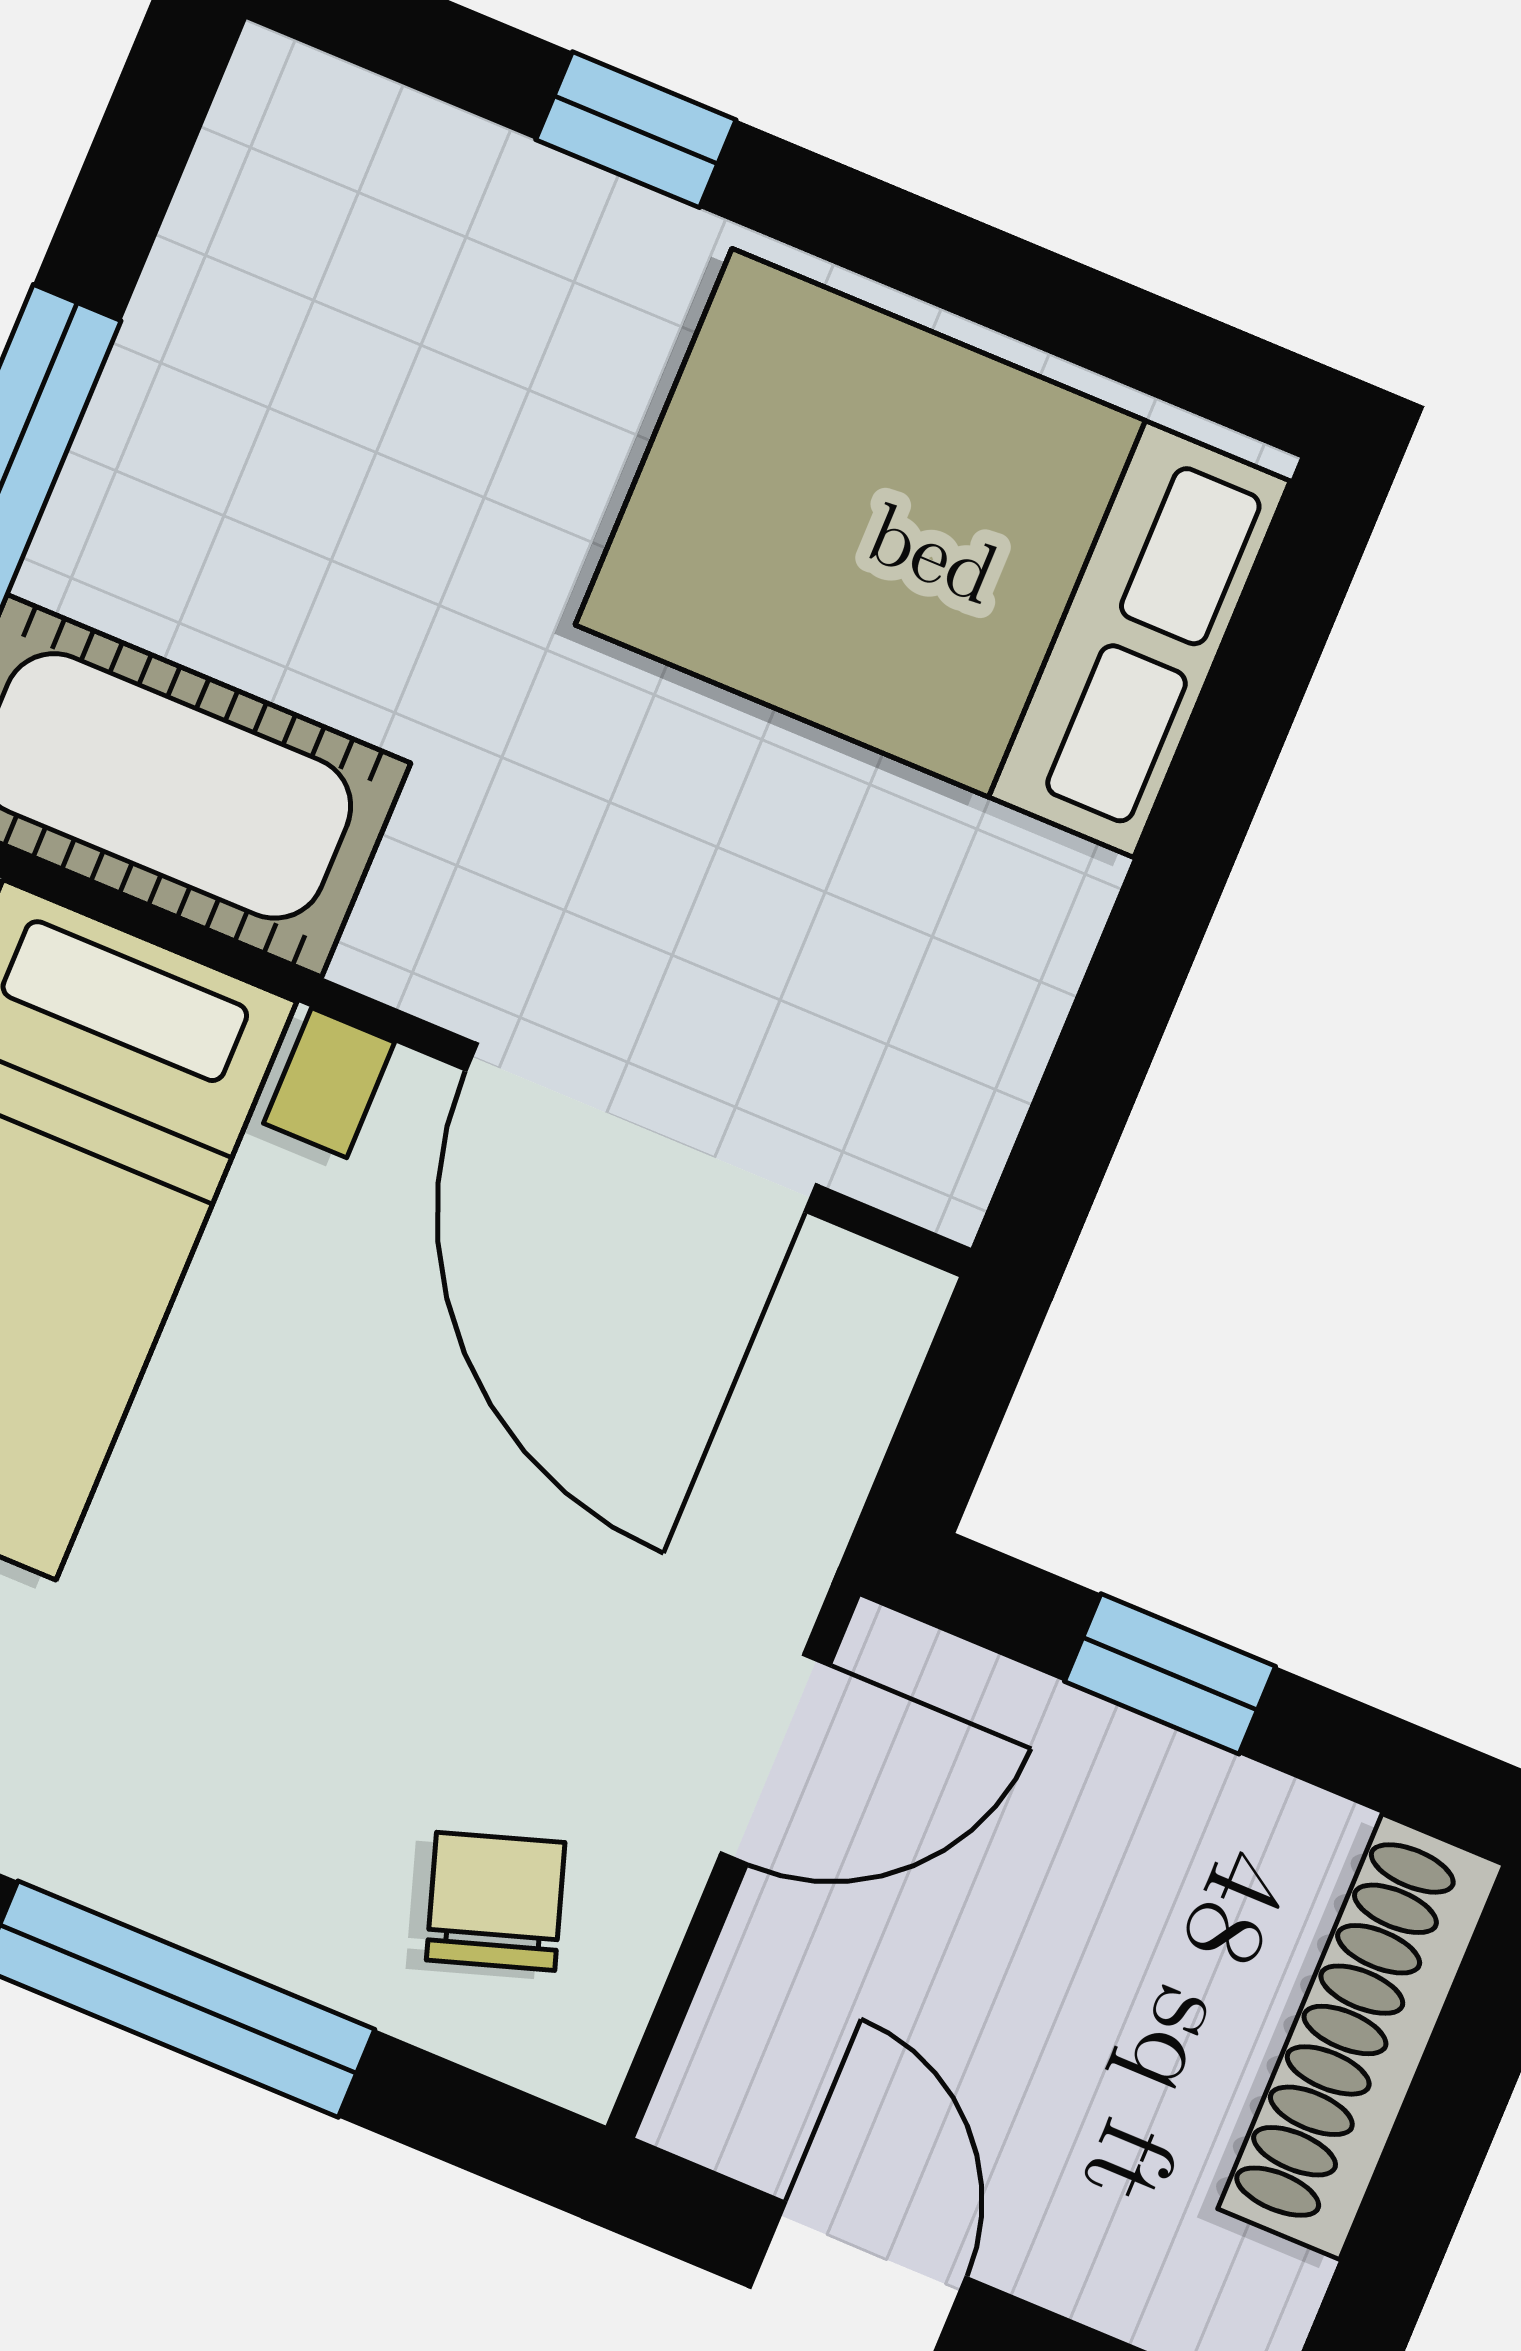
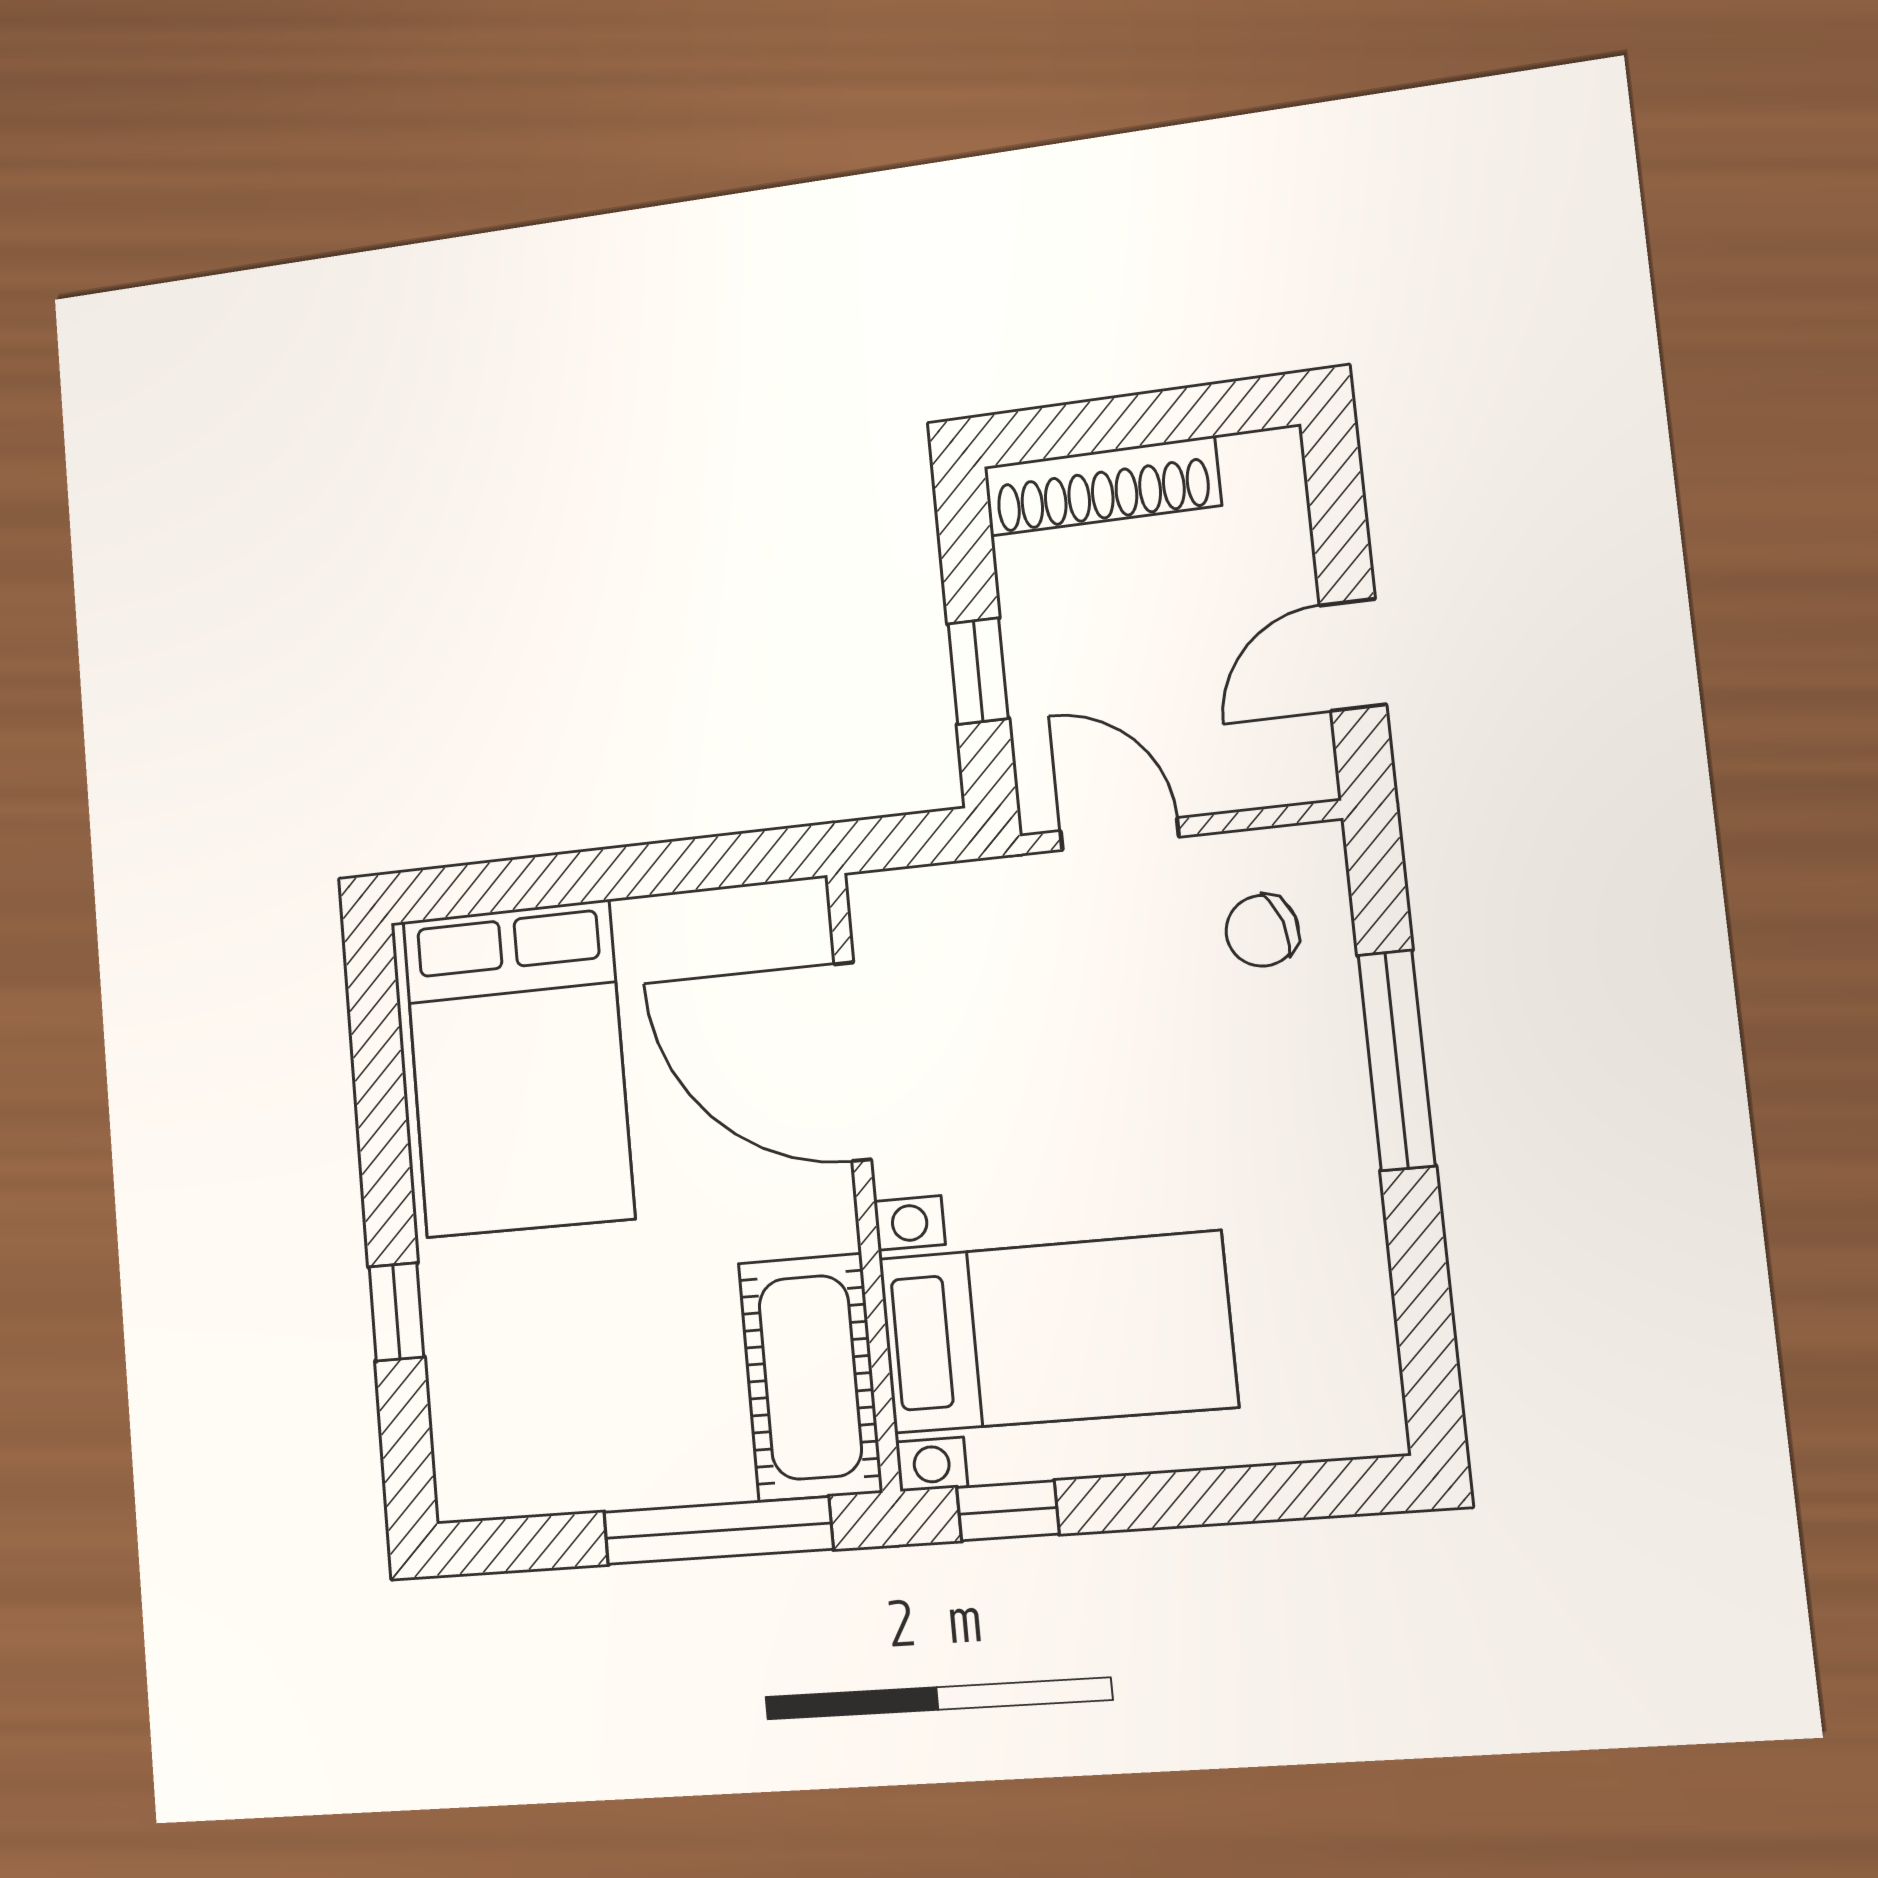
door: (641, 1128) -> (853, 1062), swing flipped

